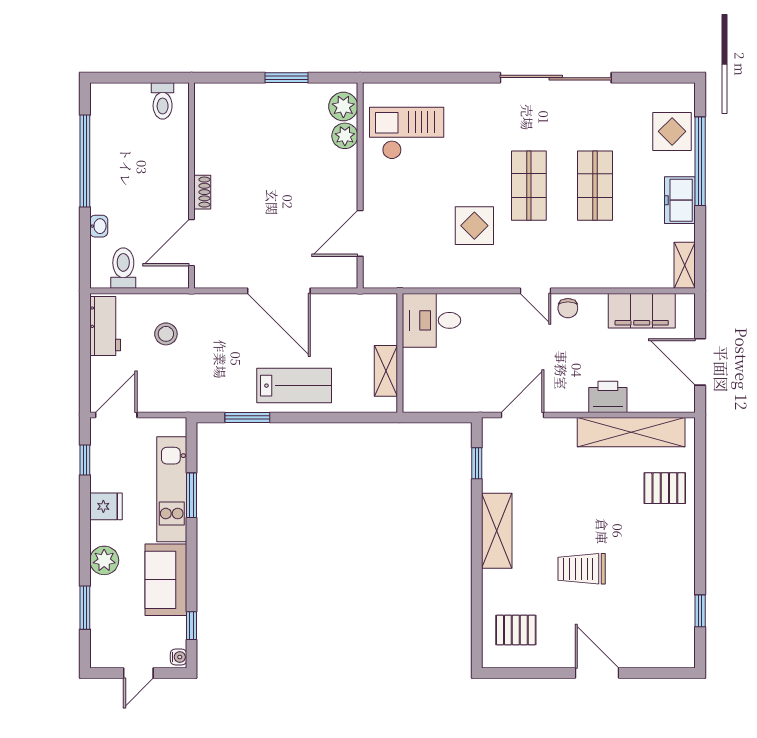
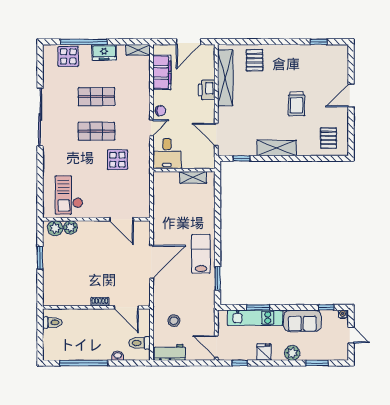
desk: (431, 320) -> (167, 154), moved
wall: (400, 353) -> (184, 170), moved
shelving: (386, 371) -> (193, 177), moved

